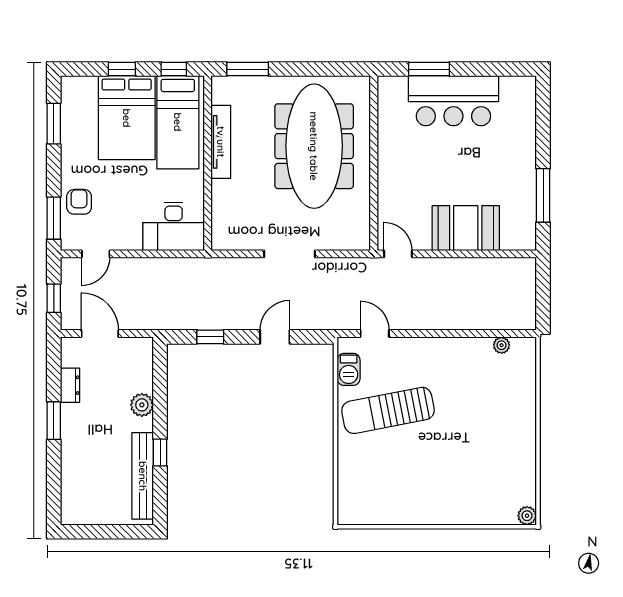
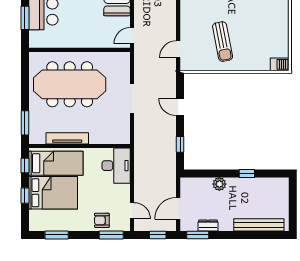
barbecue: (349, 369) -> (280, 64), moved
sun lounger: (388, 410) -> (223, 42), width x0.73, depth x0.75
window: (54, 421) -> (198, 235), moved
bench: (143, 476) -> (259, 225), moved

